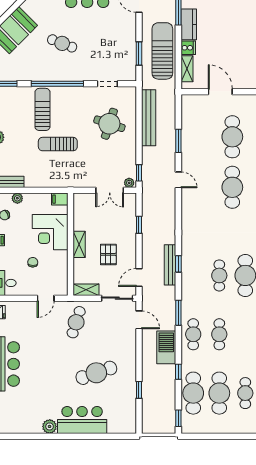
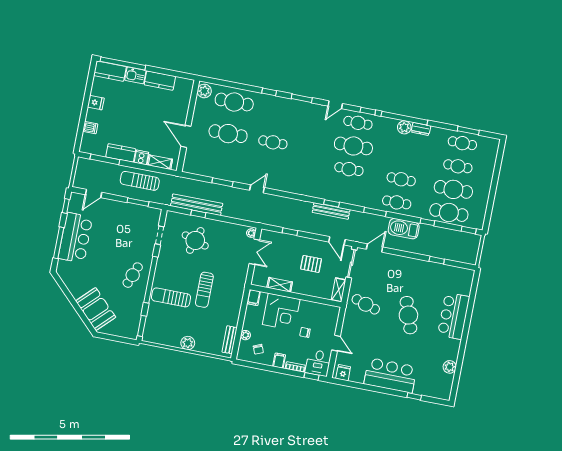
cafe table: (62, 43) -> (133, 275), moved
sun lounger: (162, 51) -> (140, 181), width x0.73, depth x0.75
door: (220, 92) -> (186, 136), hinge flipped
window: (139, 173) -> (198, 214), moved
cafe table: (232, 187) -> (273, 142), width x0.73, depth x0.74
shelving: (79, 244) -> (280, 285), moved
door: (46, 298) -> (336, 343), moved
cafe table: (96, 373) -> (408, 315), moved
plant: (50, 426) -> (450, 367), moved

